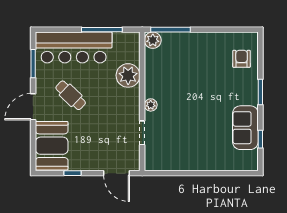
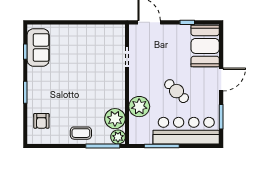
coffee table: (196, 45) -> (81, 133), added
cafe table: (71, 95) -> (177, 91), moved
plant: (151, 105) -> (115, 119), moved, width x1.87, depth x1.87
sofa: (245, 128) -> (38, 47), moved

